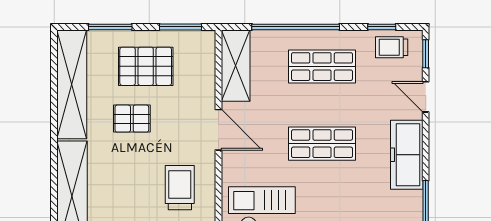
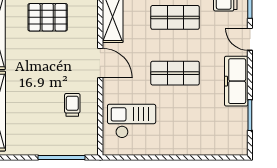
pallet: (132, 119) -> (38, 55), removed
trolley: (180, 188) -> (72, 105), width x0.73, depth x0.72

